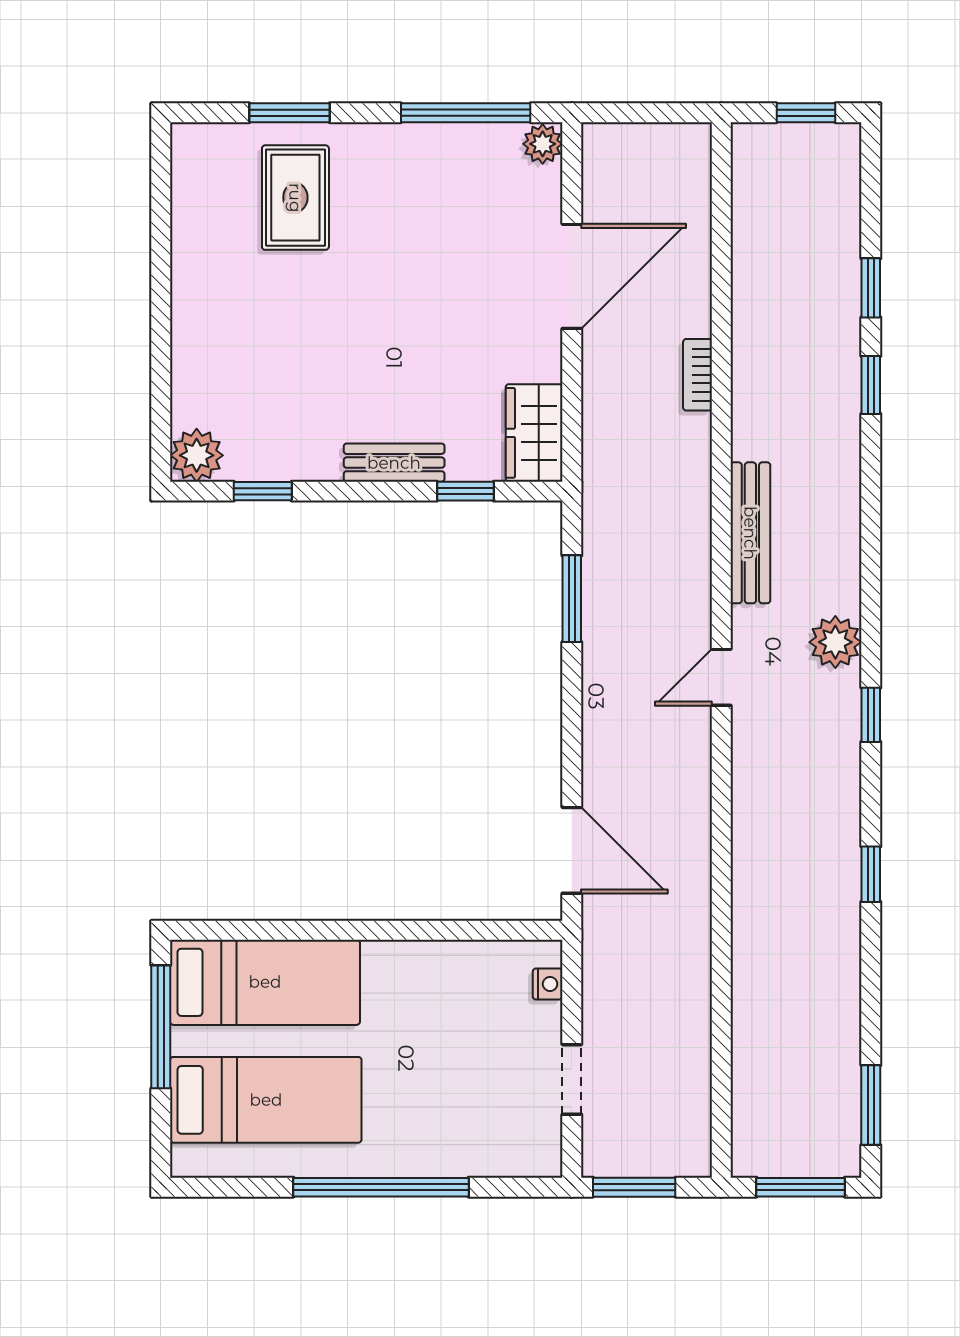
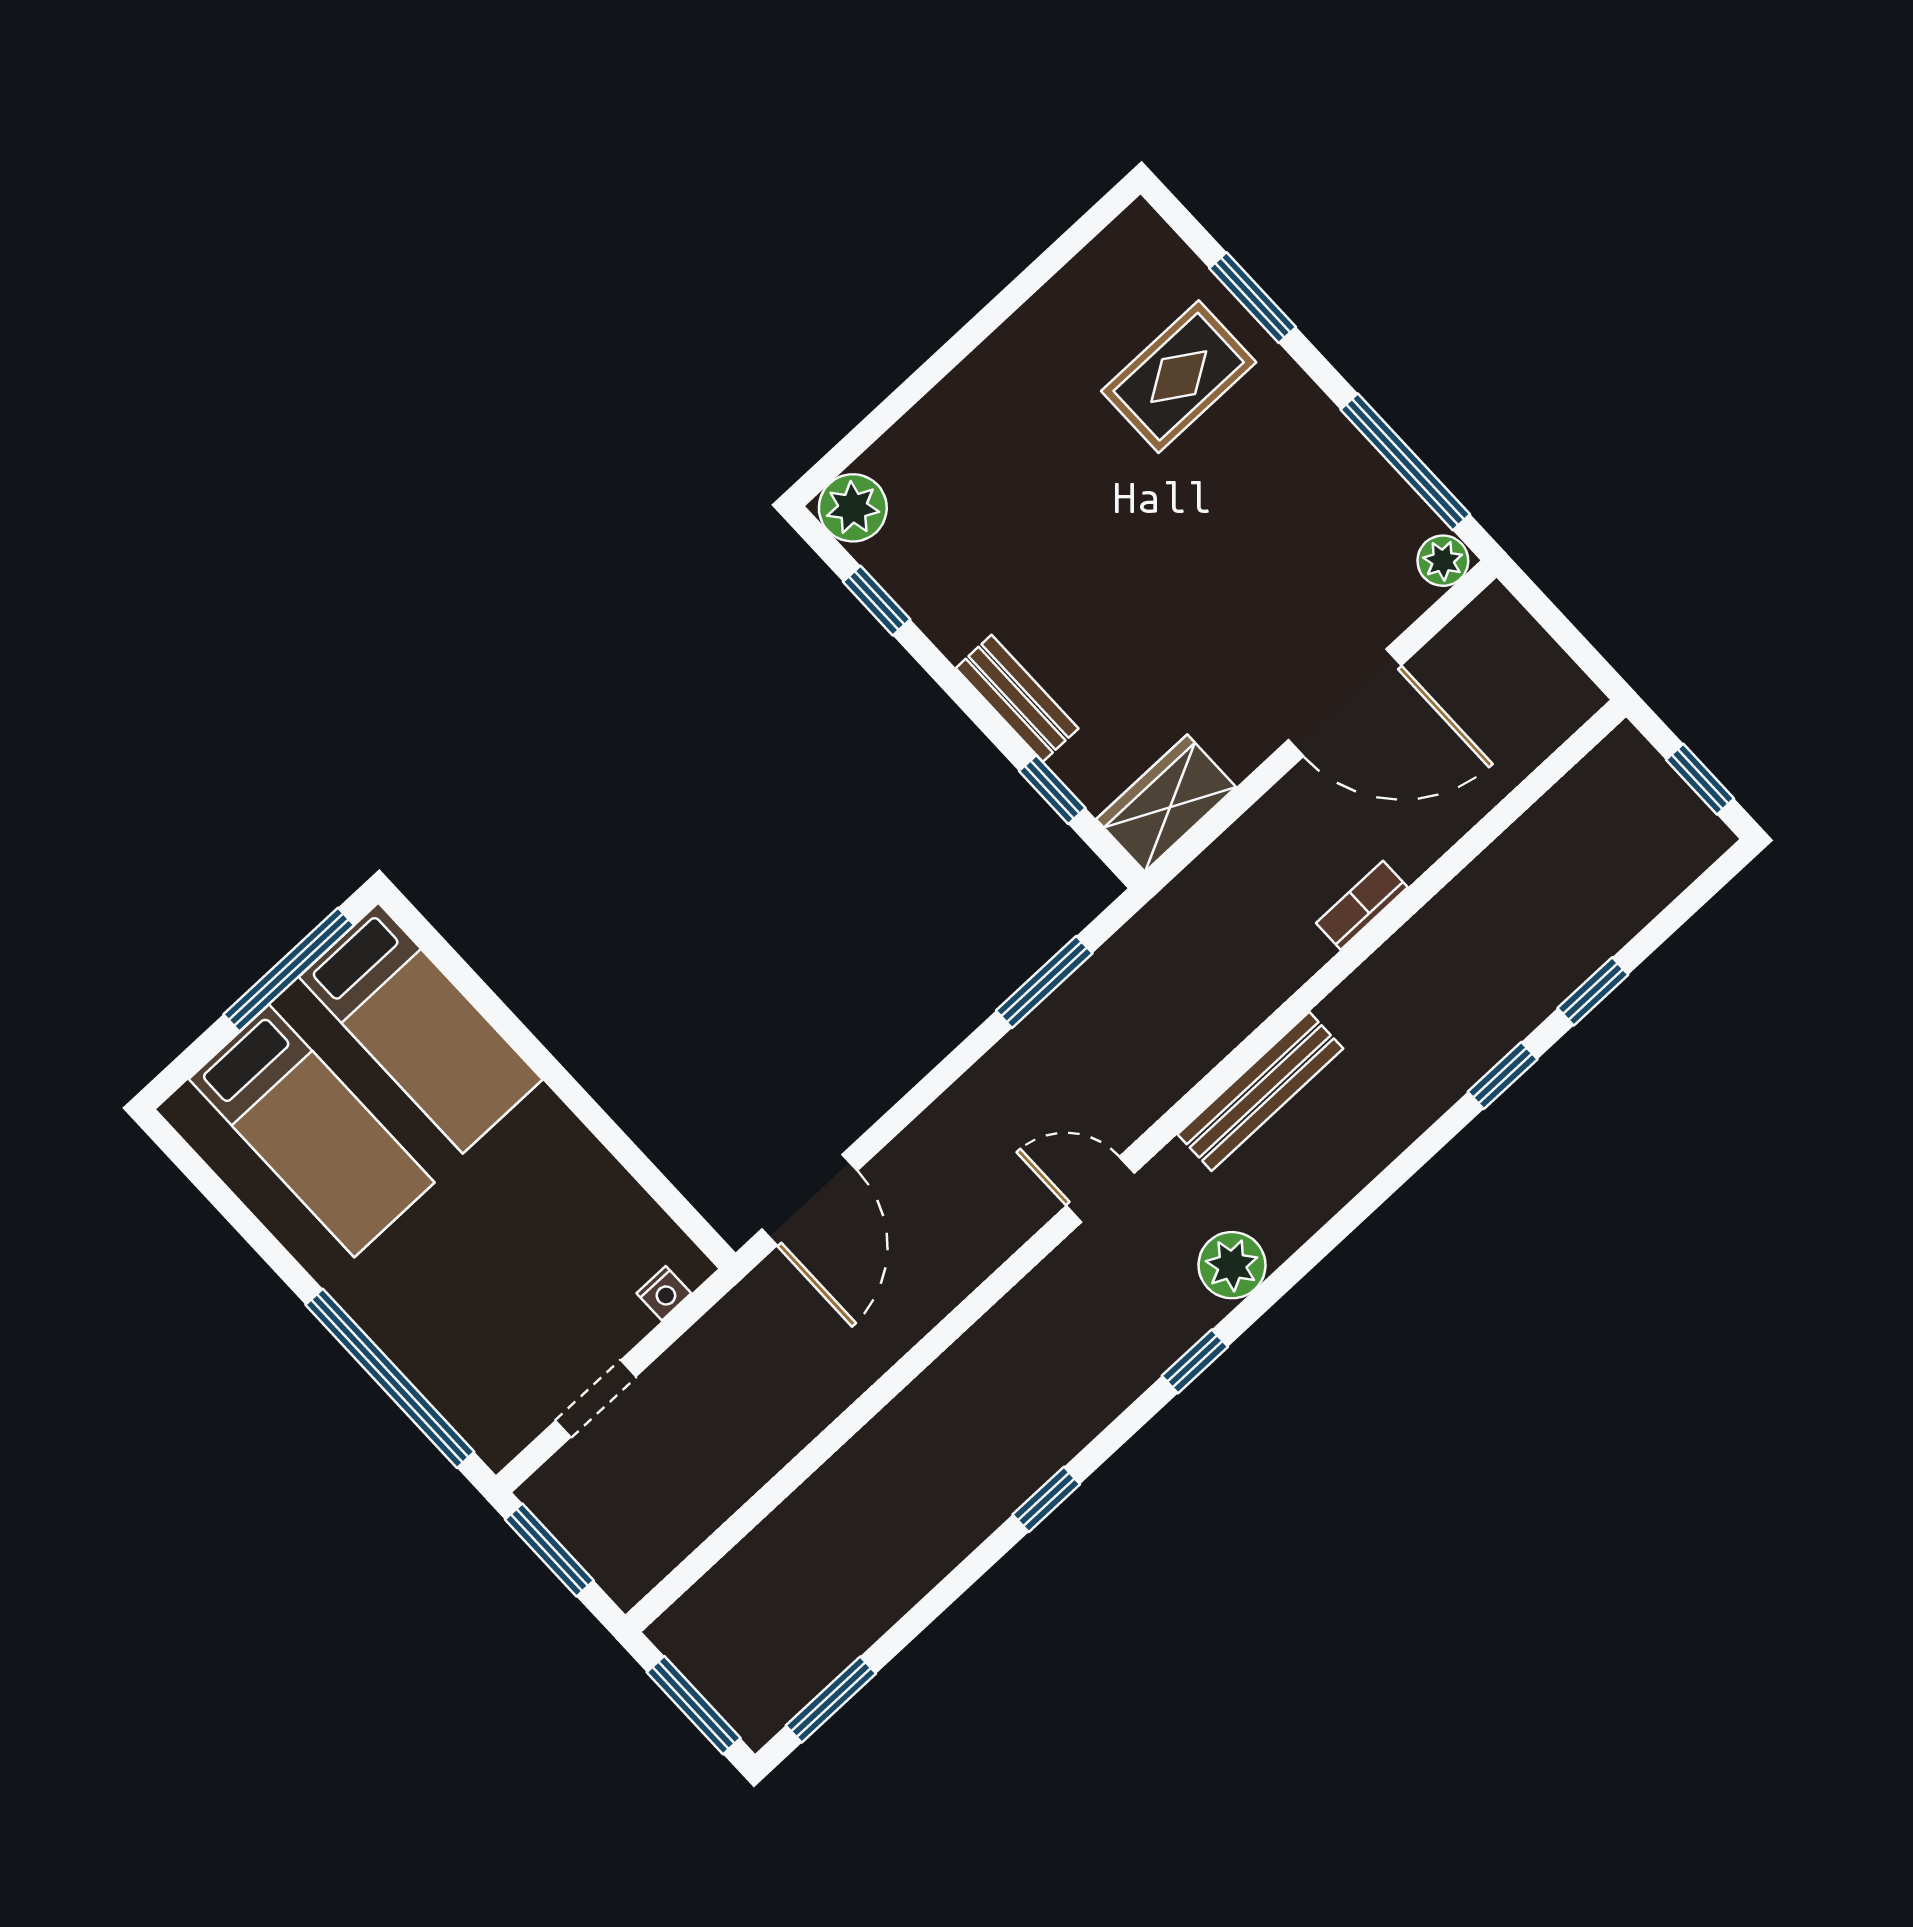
window: (381, 1187) -> (390, 1378), moved

